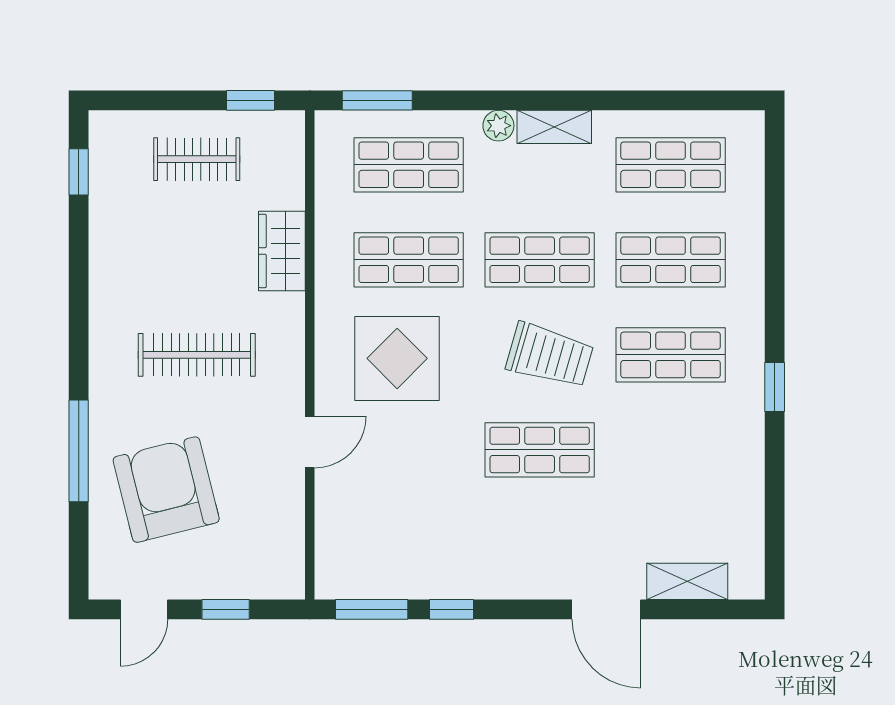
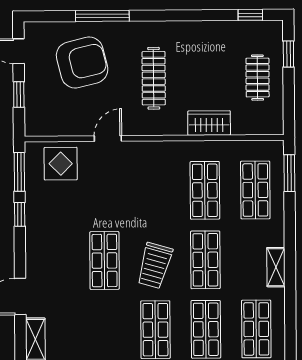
window: (250, 100) -> (288, 54), moved
plant: (498, 126) -> (276, 237), removed
display table: (397, 358) -> (61, 164), moved, width x0.73, depth x0.73
door: (310, 442) -> (108, 139), swing flipped

